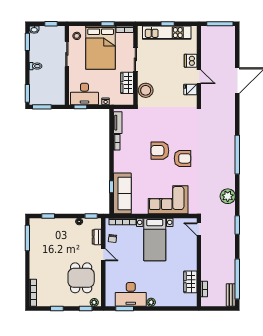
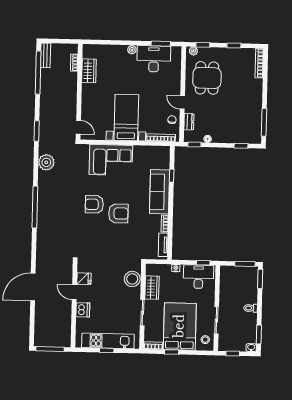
sofa: (122, 193) -> (160, 192), moved

